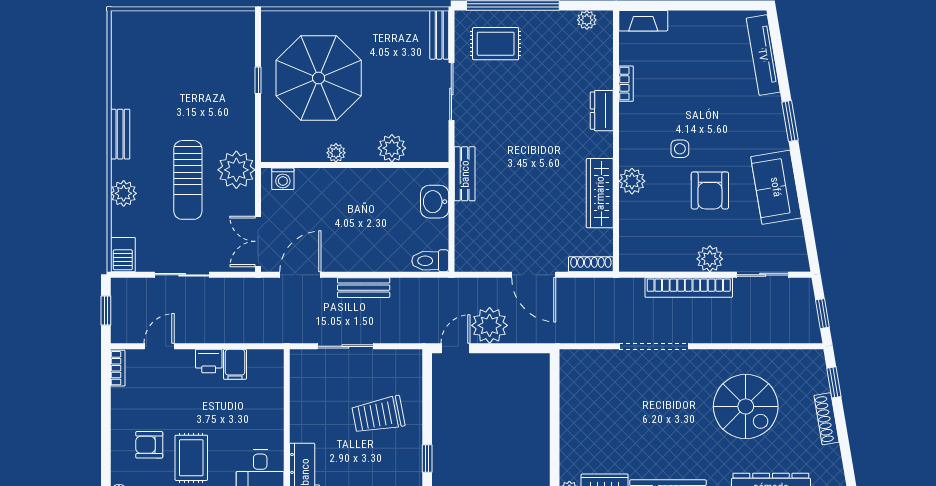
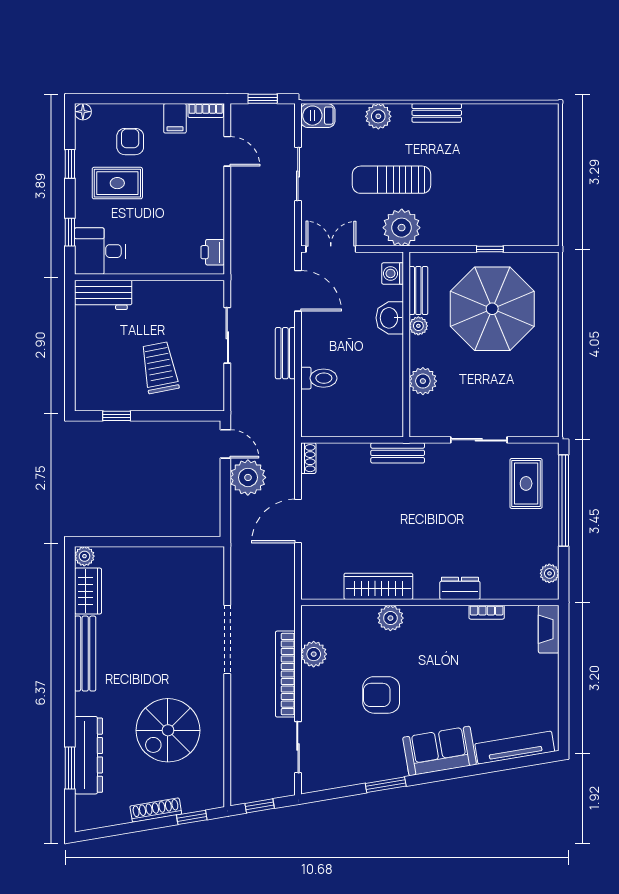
bench: (439, 35) -> (418, 291), moved, turned 90
window: (790, 121) -> (386, 785), moved
side table: (680, 149) -> (422, 665), removed
sofa: (776, 187) -> (440, 751), moved
washbasin: (435, 202) -> (390, 318), moved, turned -90
plant: (710, 259) -> (314, 654), moved
toilet: (430, 261) -> (319, 378), moved, turned 90
shoe rack: (591, 264) -> (308, 458), moved, width x0.70
printer: (209, 361) -> (213, 252), moved
filing cabinet: (235, 364) -> (175, 118), moved, turned -90

